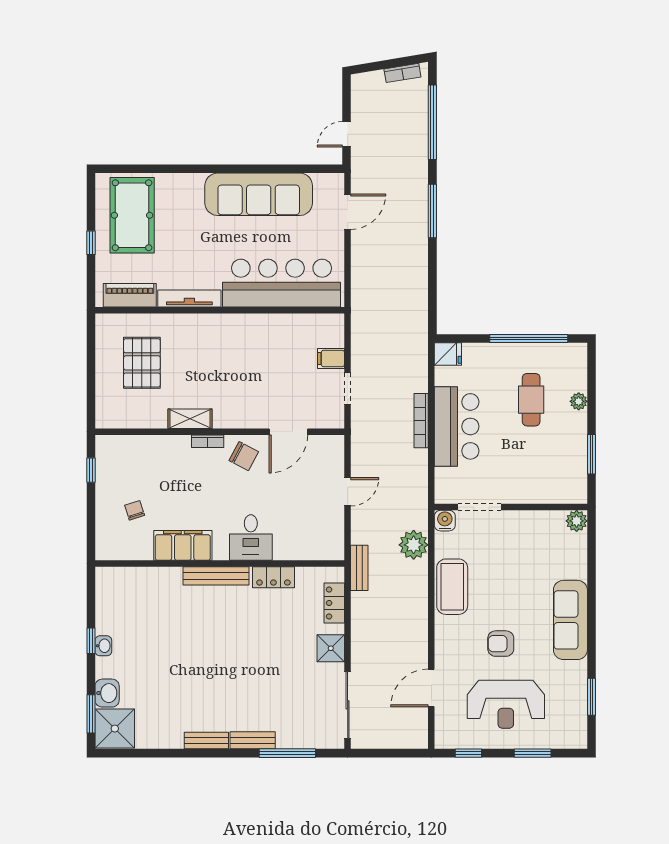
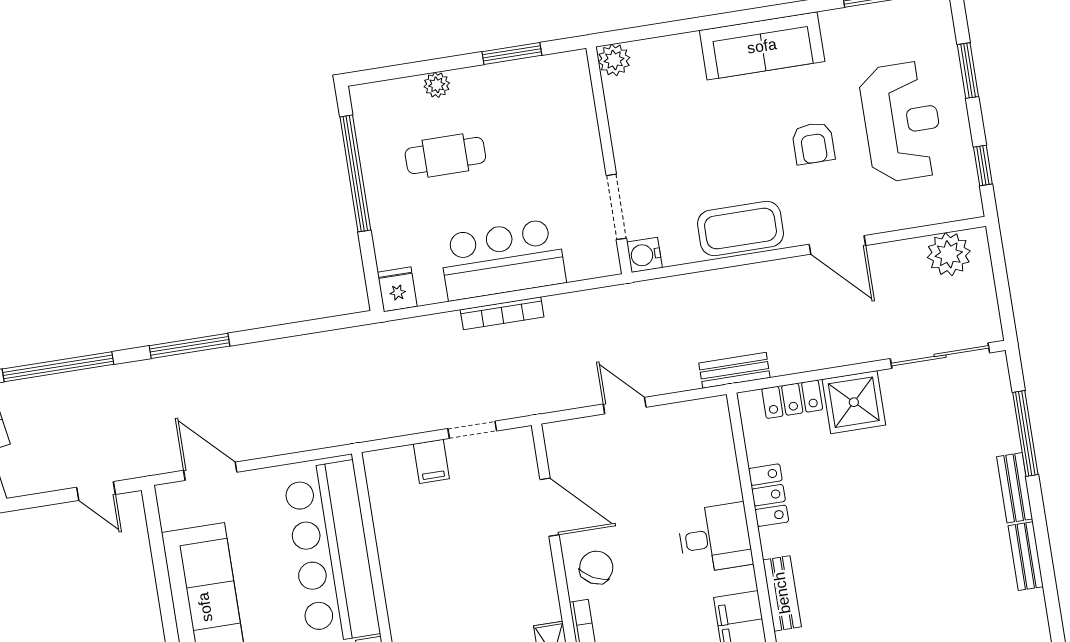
plant: (414, 545) -> (949, 254), moved
bench: (216, 576) -> (782, 593), width x0.73
shower: (331, 648) -> (854, 402), width x1.36, depth x1.36
door: (431, 688) -> (837, 245), moved

